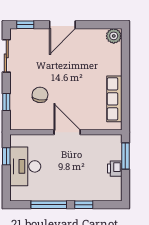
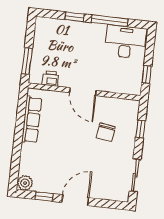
window: (25, 25) -> (44, 197), moved
desk: (25, 166) -> (125, 42), moved, turned -90
printer: (115, 169) -> (51, 79), moved, turned -90

